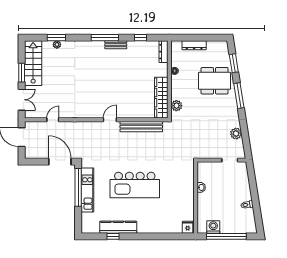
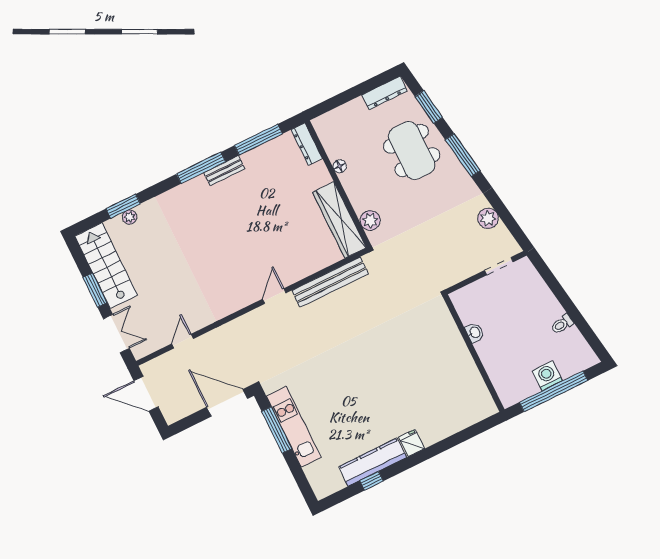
window: (140, 38) -> (258, 140), width x2.17
dresser: (194, 45) -> (384, 93), moved
dining table: (215, 81) -> (412, 151), turned 90
kitchen island: (135, 185) -> (366, 381), removed
window: (78, 187) -> (277, 430), width x0.68
fridge: (188, 227) -> (412, 443), moved
washing machine: (213, 227) -> (547, 376), moved

